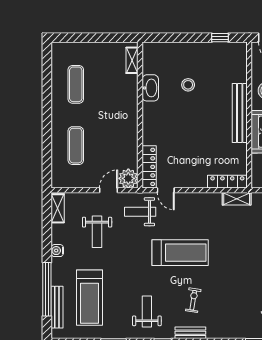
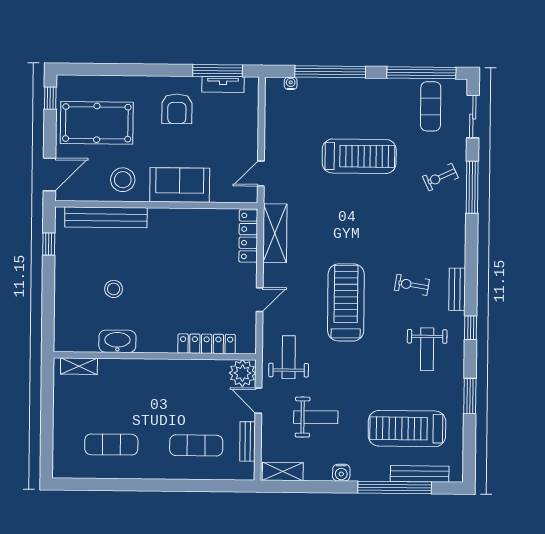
bench: (240, 113) -> (106, 217), moved
locker: (149, 167) -> (207, 344), moved
bench: (79, 183) -> (248, 441), added
door: (166, 190) -> (260, 300), moved
shelving: (237, 199) -> (275, 233), width x1.50, depth x1.33
weight bench: (140, 212) -> (289, 357), turned 180
treadmill: (90, 298) -> (407, 429), turned 180
weight bench: (147, 312) -> (427, 349), turned -90

